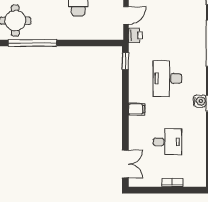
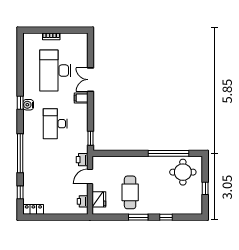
desk: (167, 78) -> (55, 124), turned 180
desk: (167, 142) -> (55, 71), width x1.87, depth x1.30
double door: (125, 164) -> (90, 80), moved

